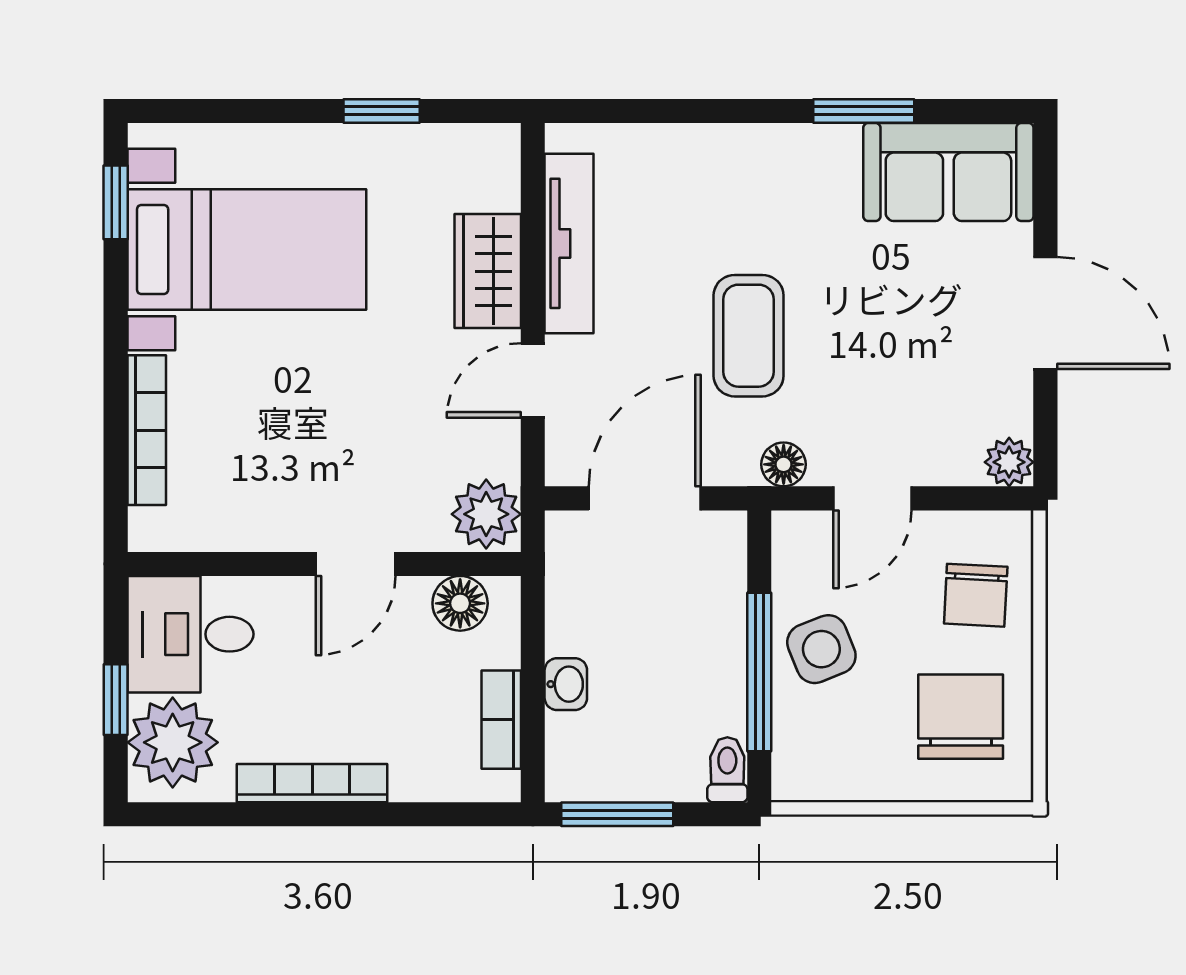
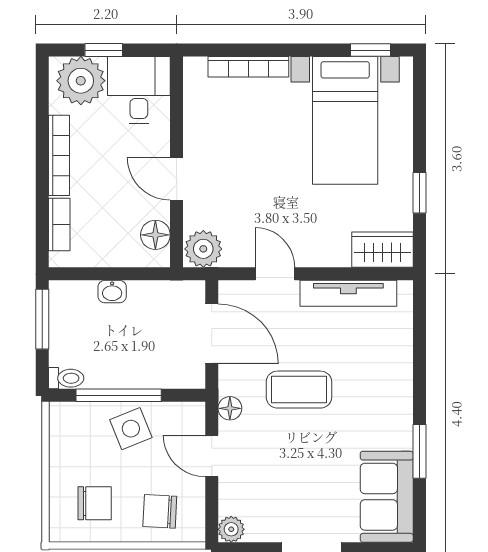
wardrobe: (488, 271) -> (382, 250), moved
chair: (961, 717) -> (95, 503), width x0.73, depth x0.73
bookcase: (501, 720) -> (59, 225), moved, turned 90

